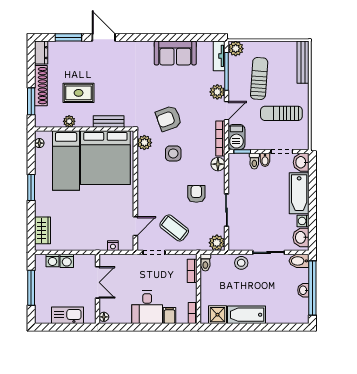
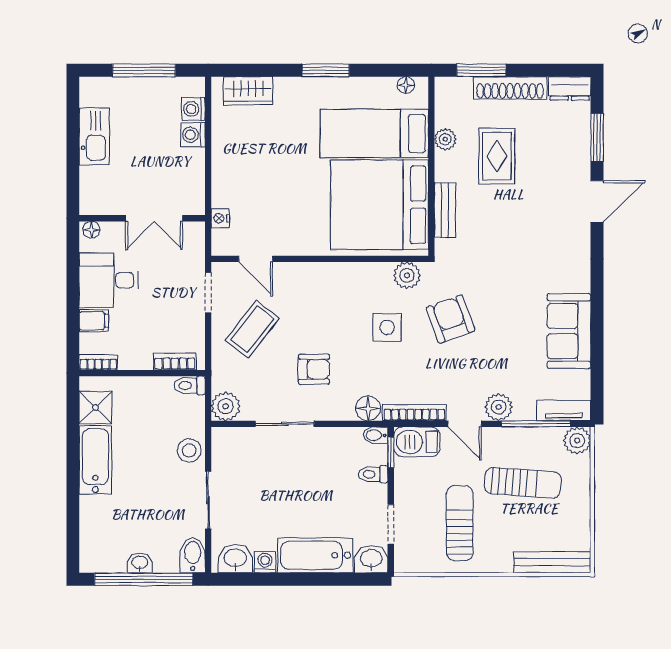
bidet: (265, 160) -> (375, 435), moved
double door: (97, 282) -> (154, 218), moved
wall: (97, 289) -> (142, 218), moved
floor lamp: (104, 317) -> (91, 230), moved

